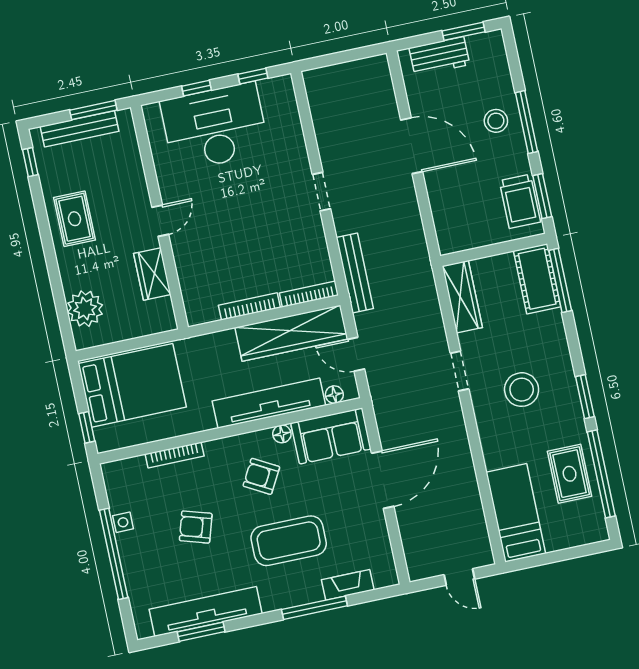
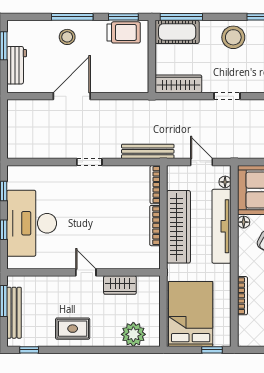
wardrobe: (291, 333) -> (178, 227), moved
door: (356, 354) -> (201, 162), swing flipped
stool: (522, 390) -> (233, 37), moved

